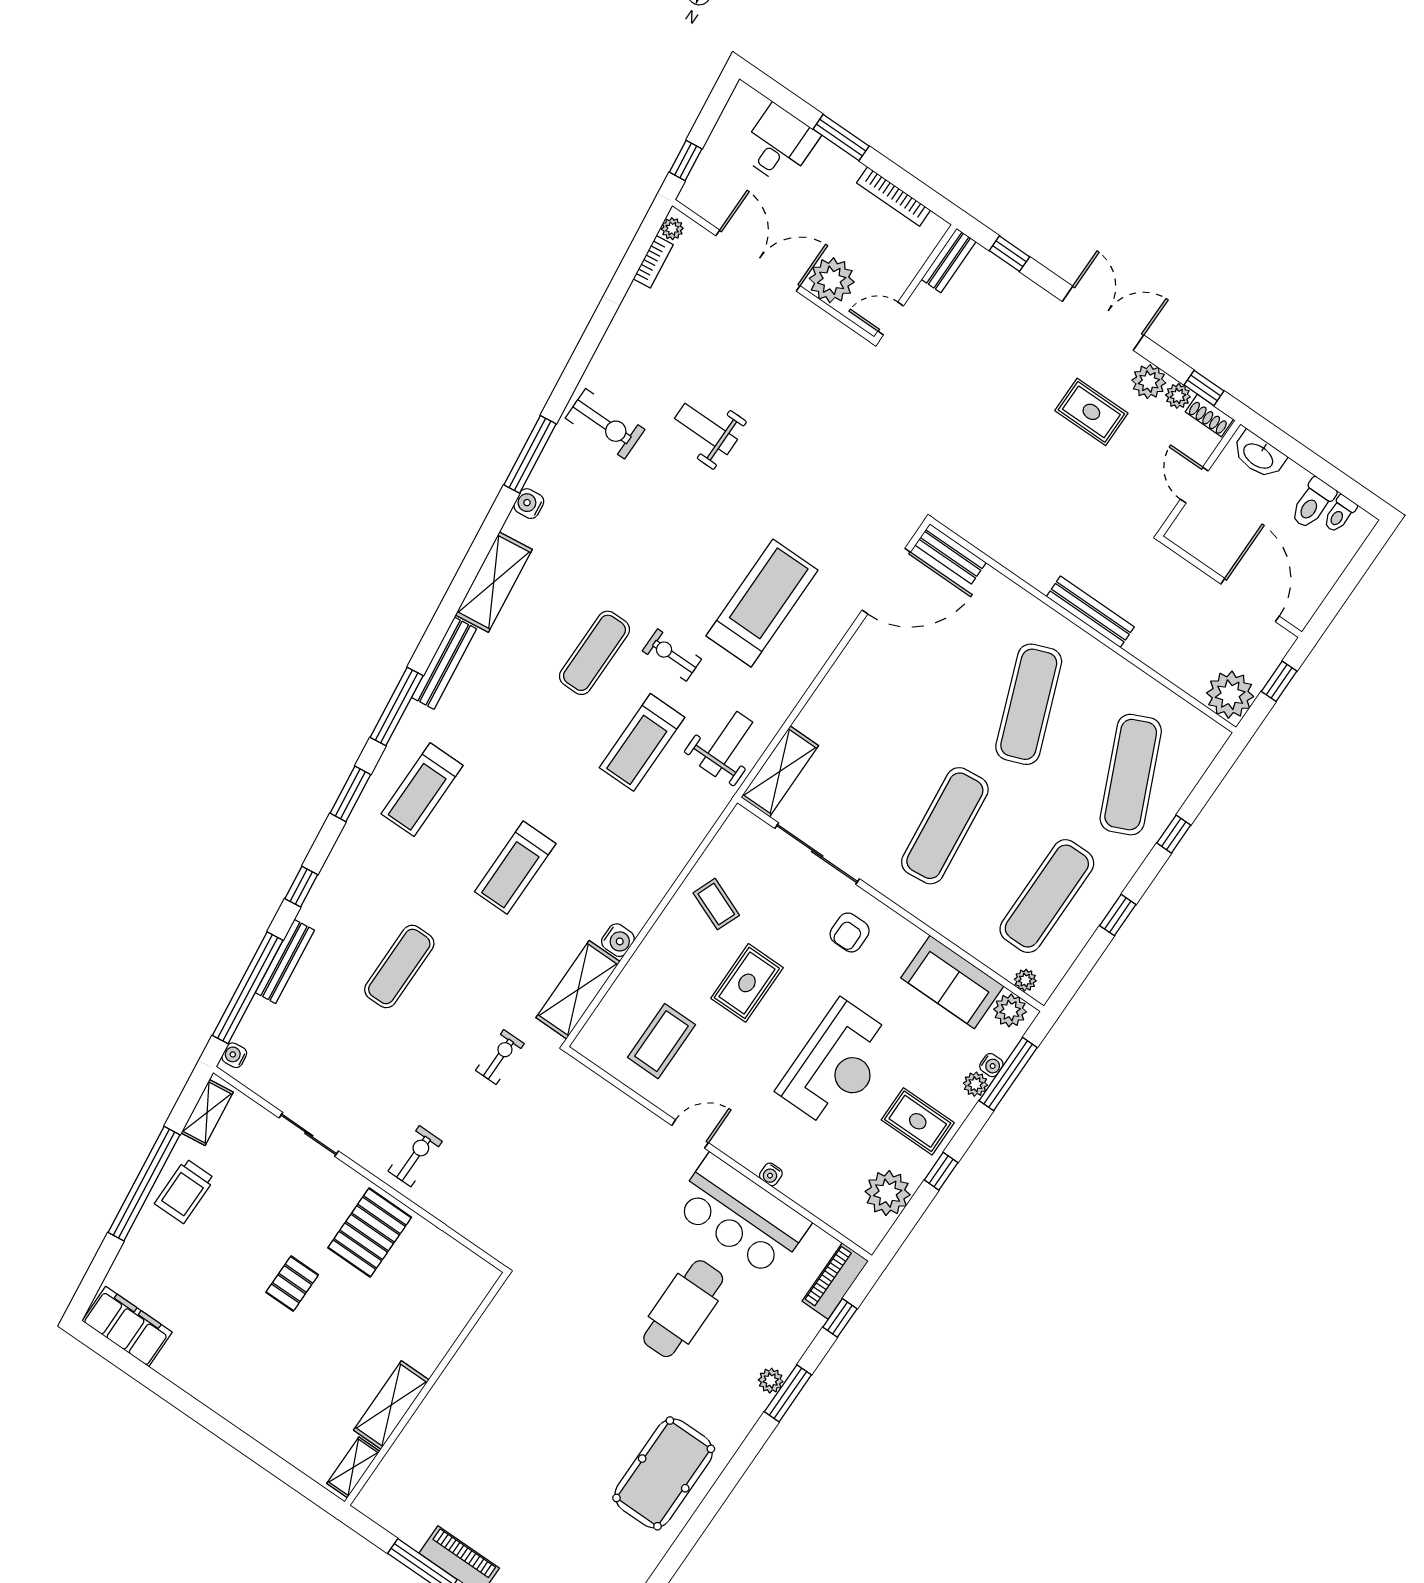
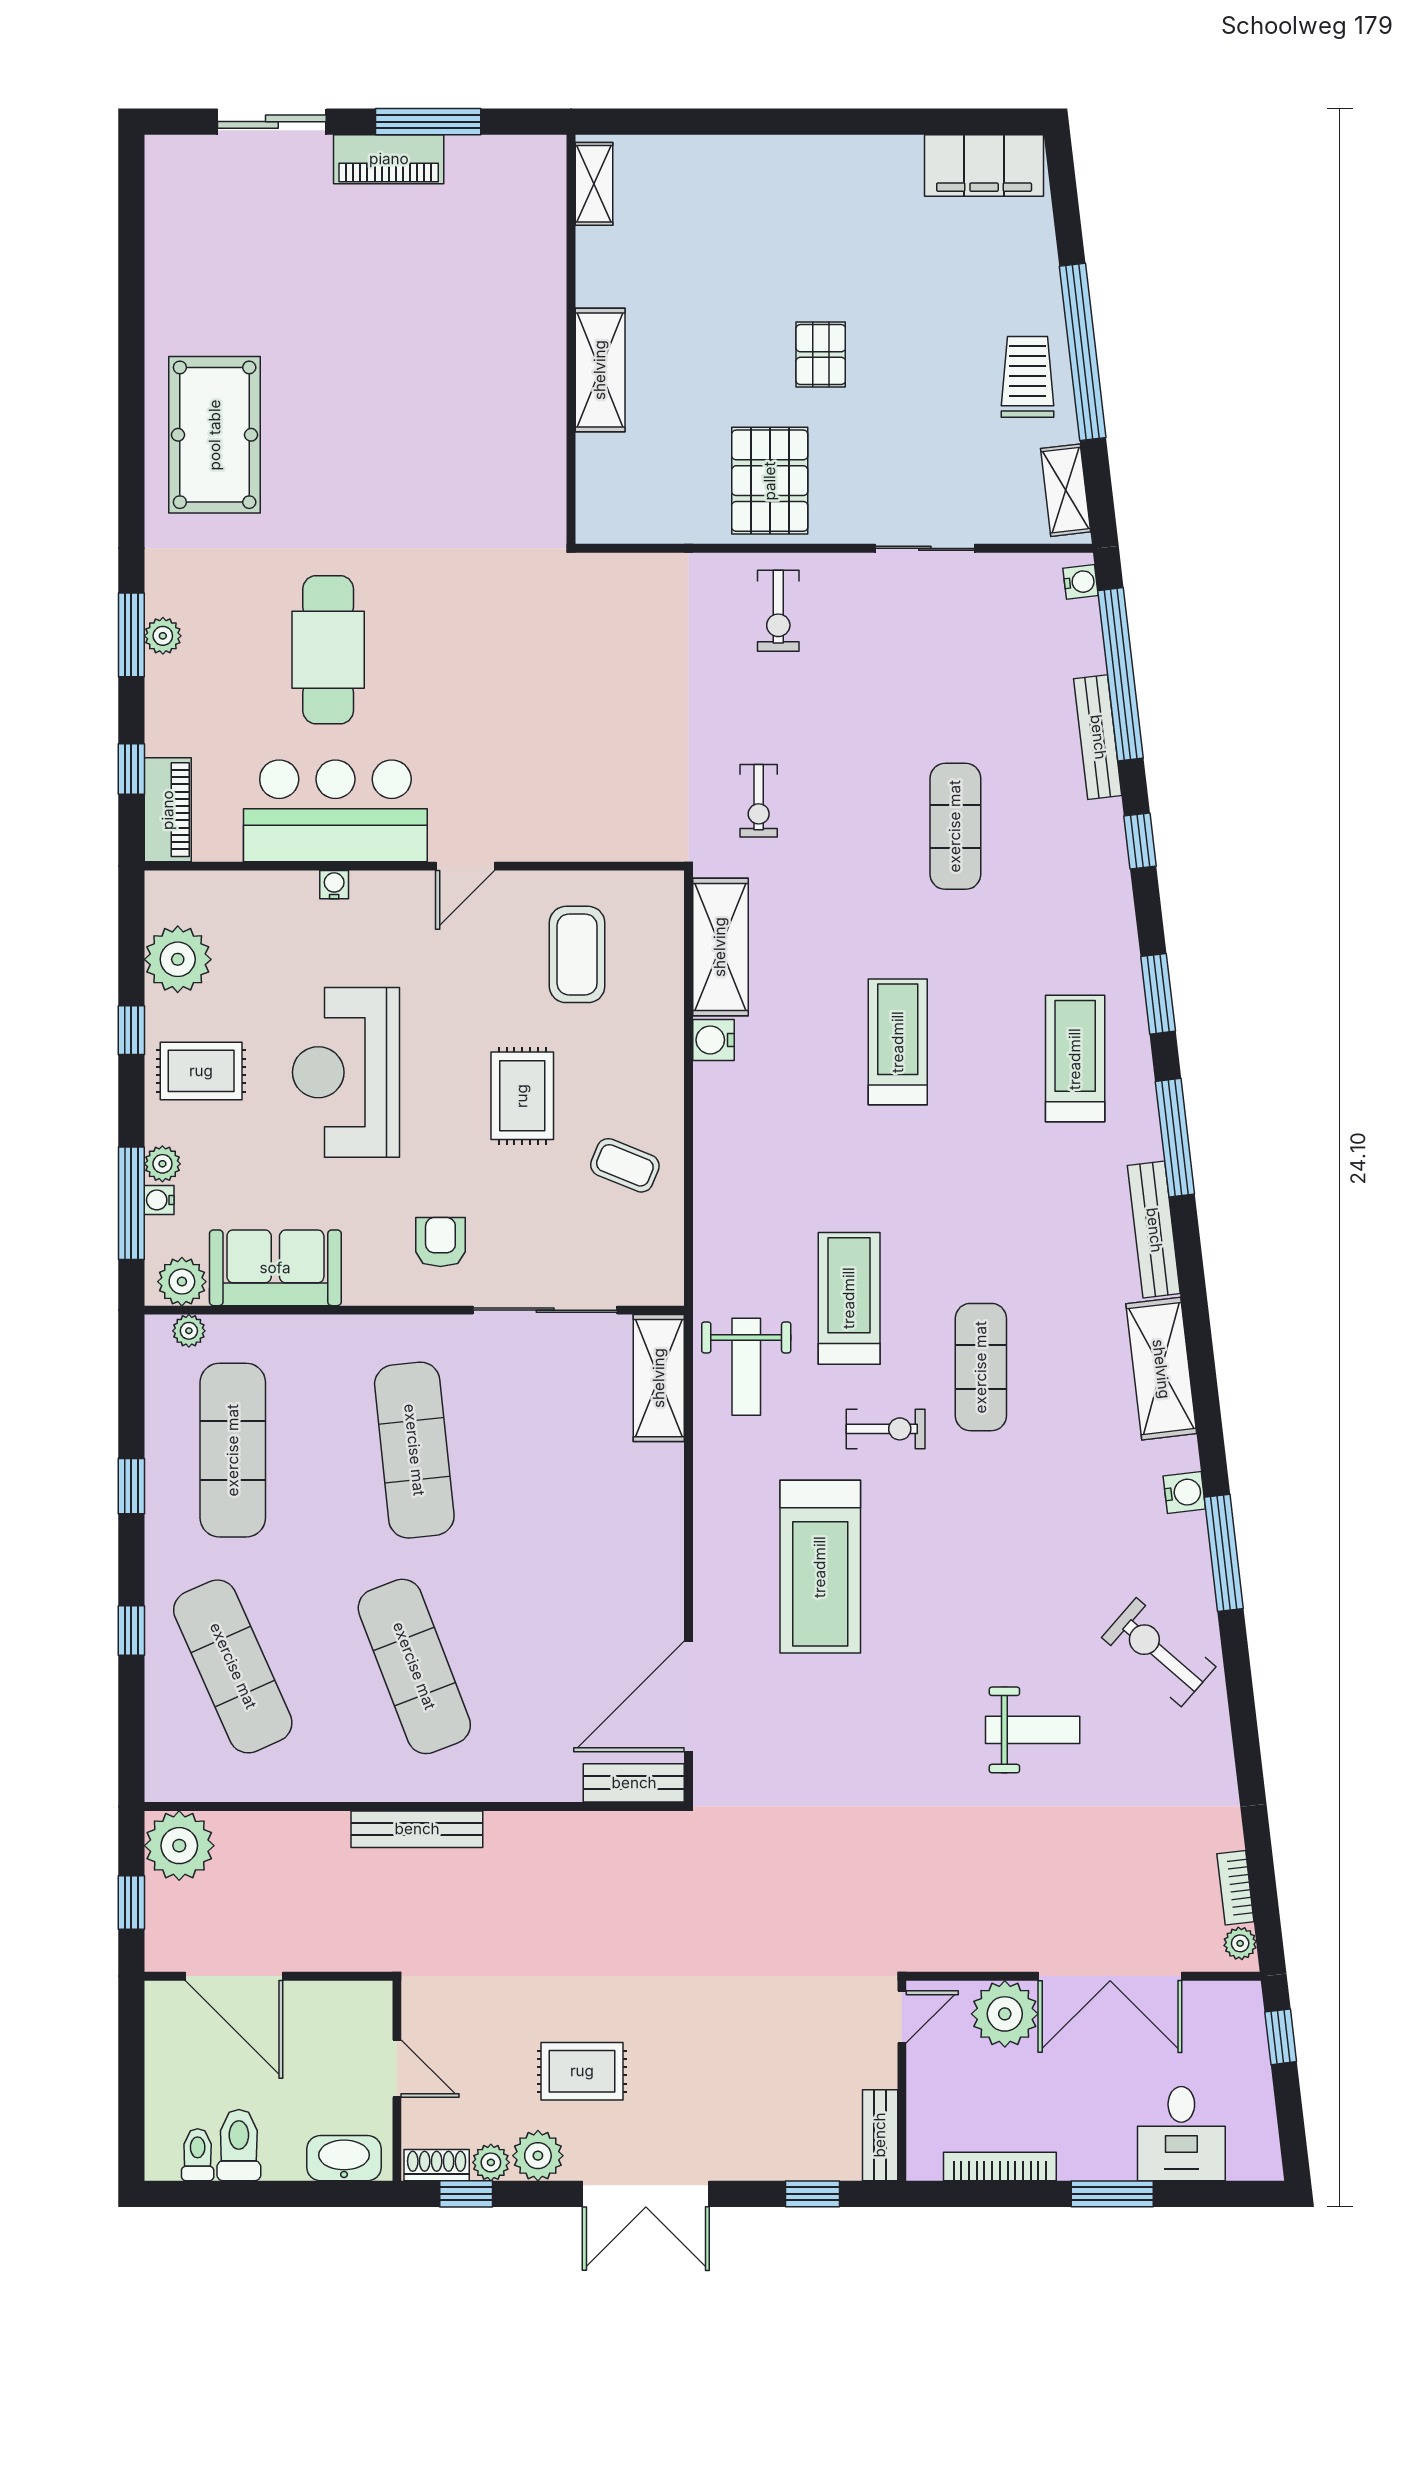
exercise bike: (605, 424) -> (1159, 1652), turned 41
shelving: (391, 1405) -> (600, 370), moved

